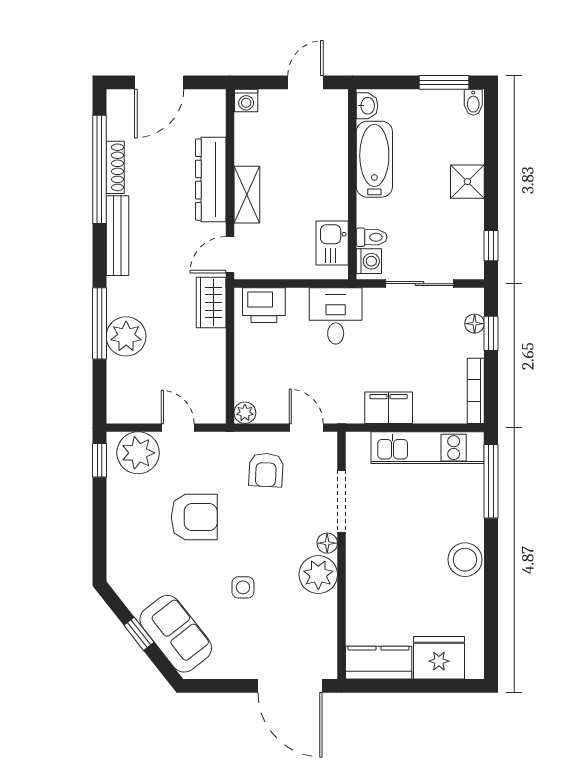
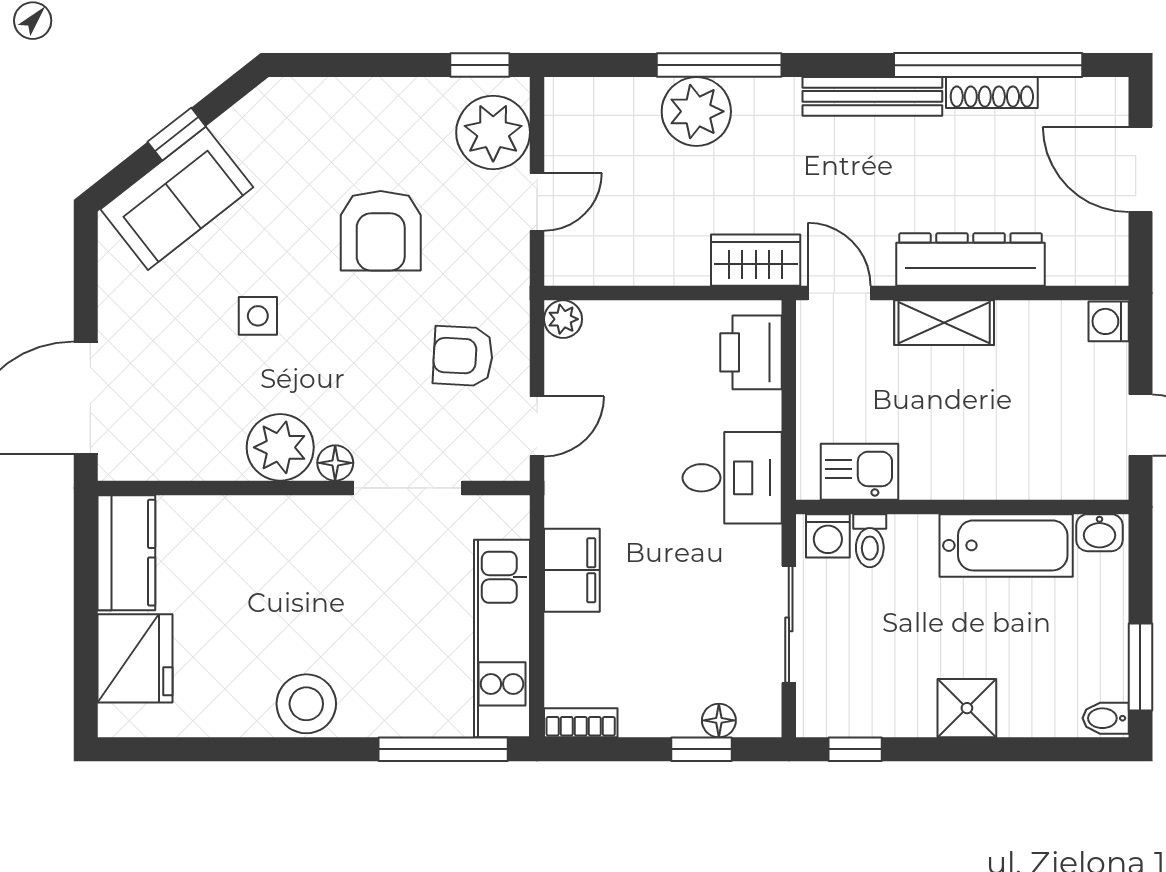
bookcase: (476, 391) -> (581, 723), width x0.64

